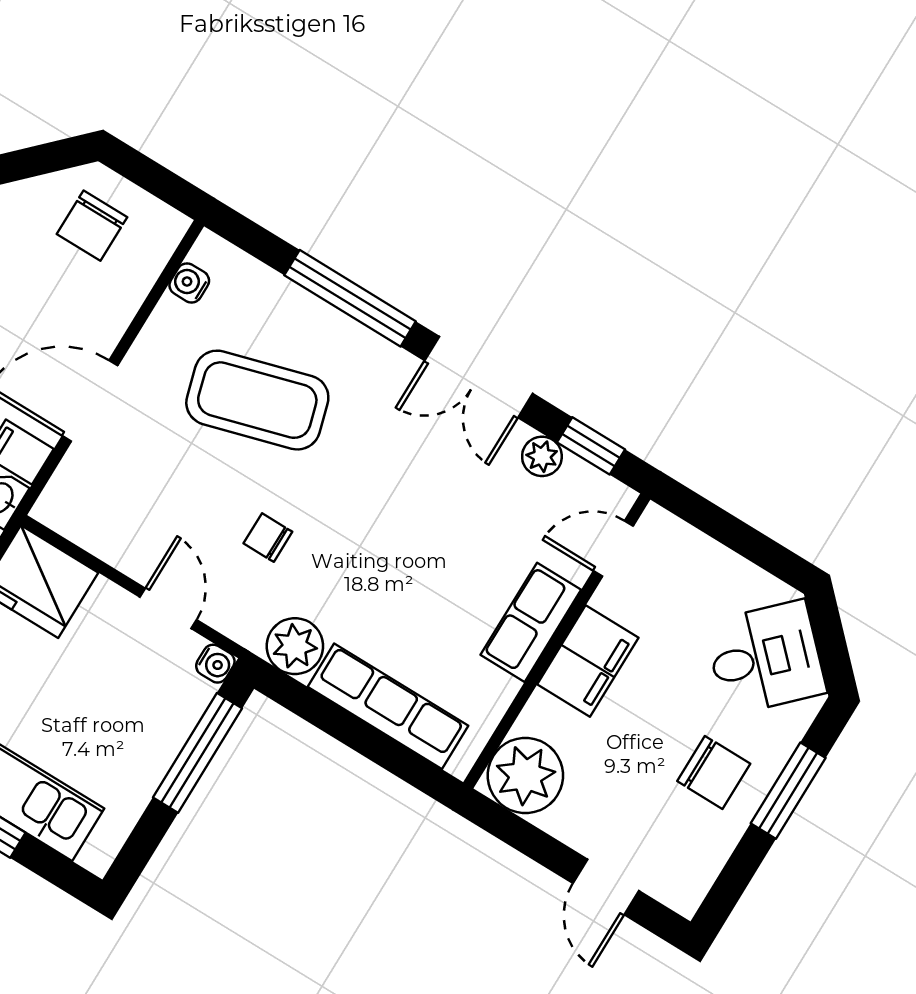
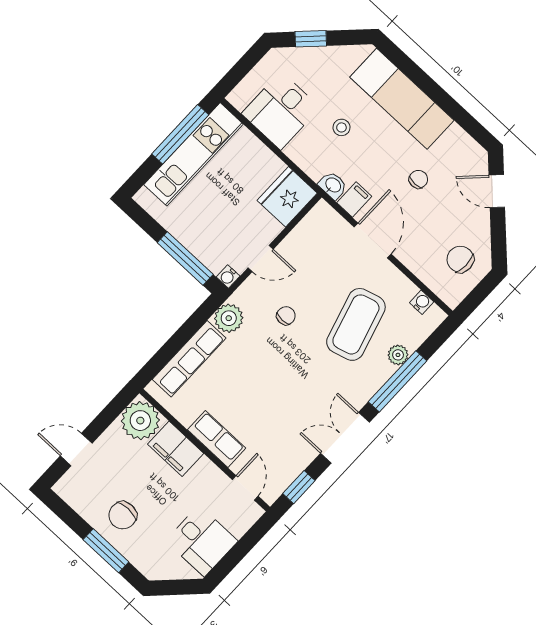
plant: (542, 456) -> (398, 355), moved
desk: (765, 658) -> (202, 541), moved, turned -45
filing cabinet: (588, 661) -> (176, 449), moved

